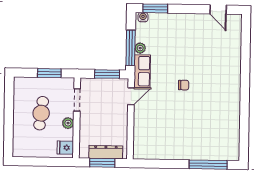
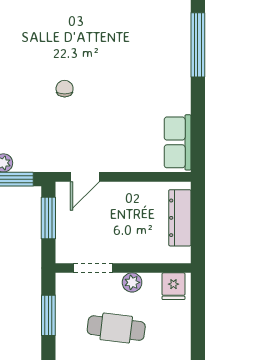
row of seats: (142, 71) -> (178, 142), moved, turned -90
door: (131, 96) -> (85, 177), swing flipped
window: (102, 163) -> (198, 224), removed

